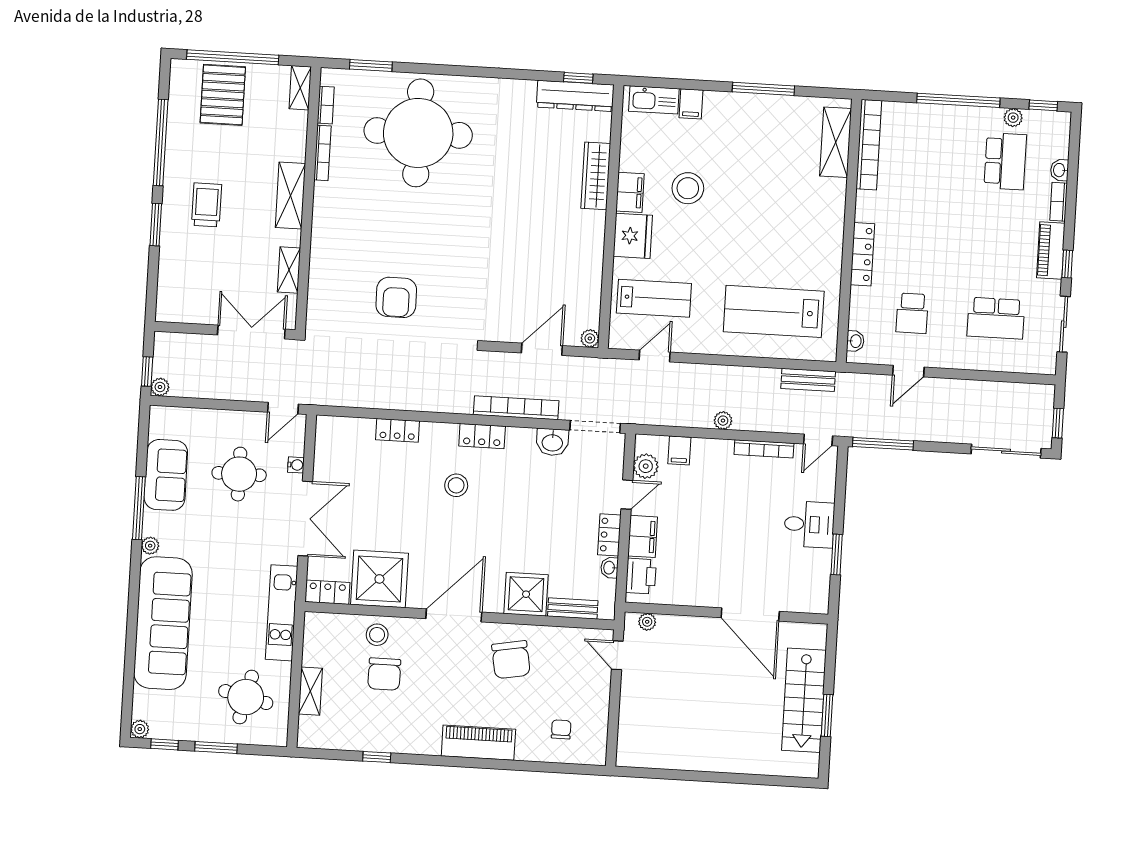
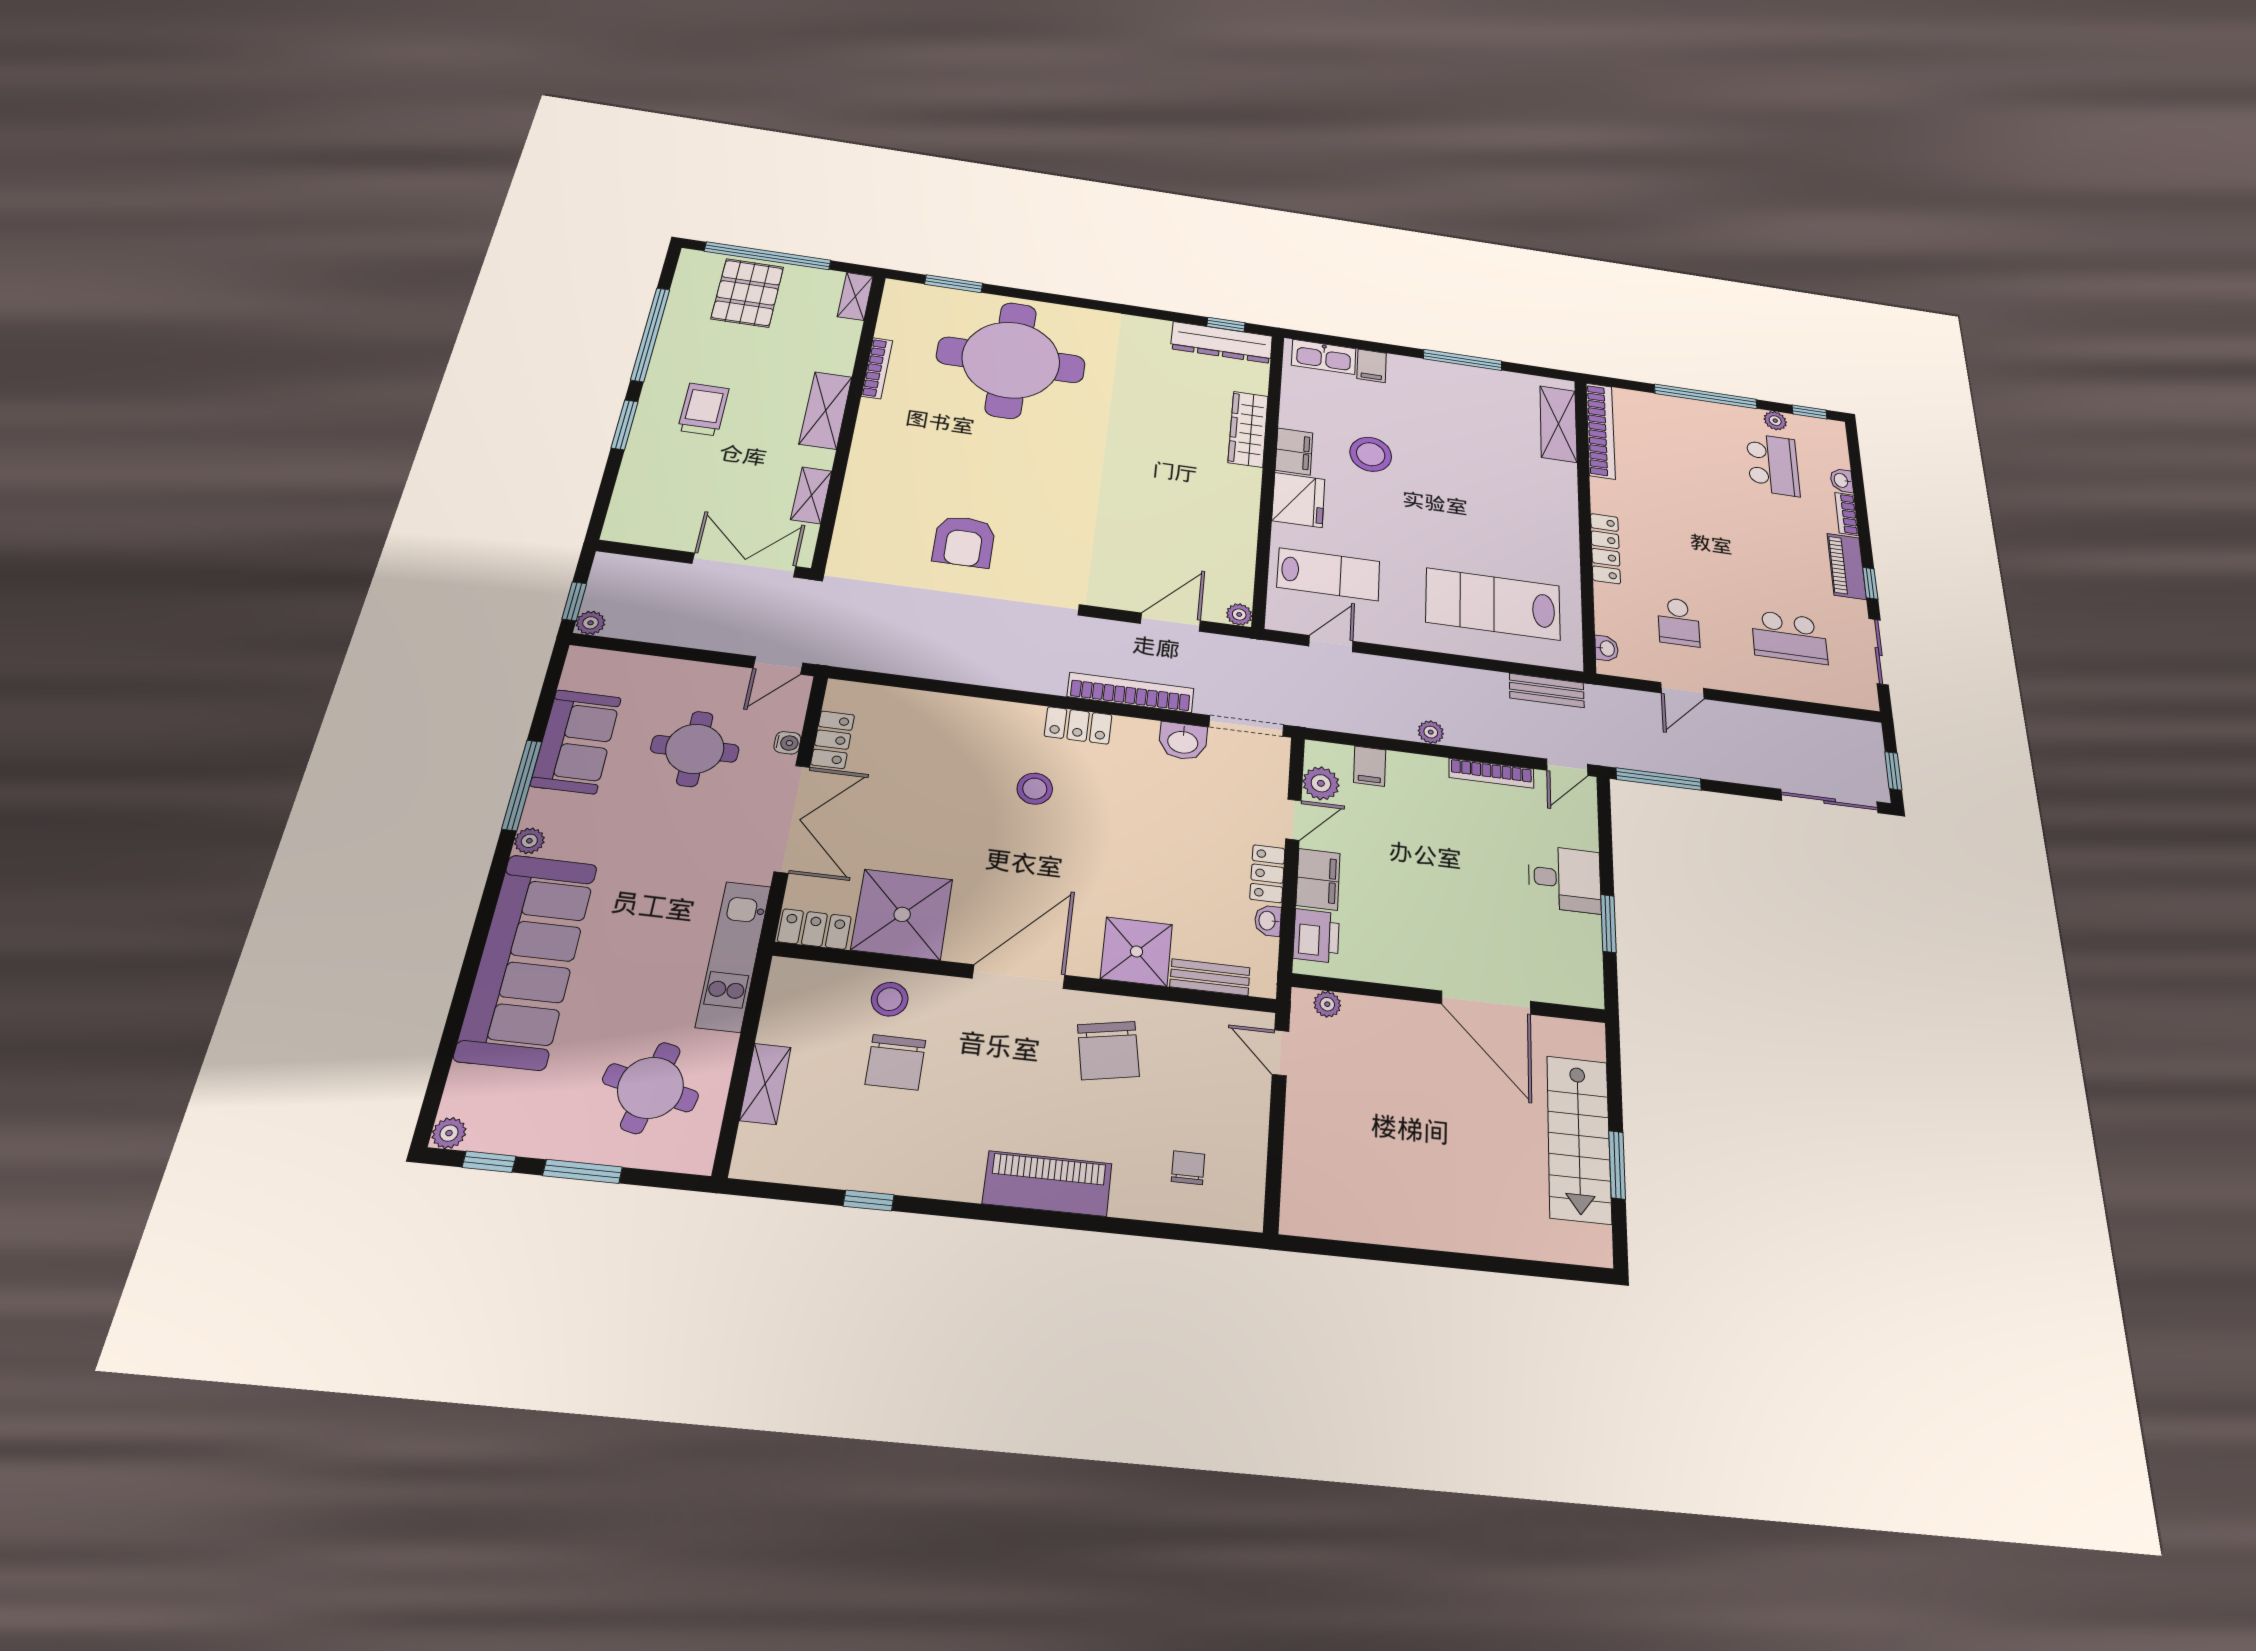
bookcase: (326, 105) -> (888, 318), removed
locker: (397, 430) -> (833, 740), moved, turned -90

